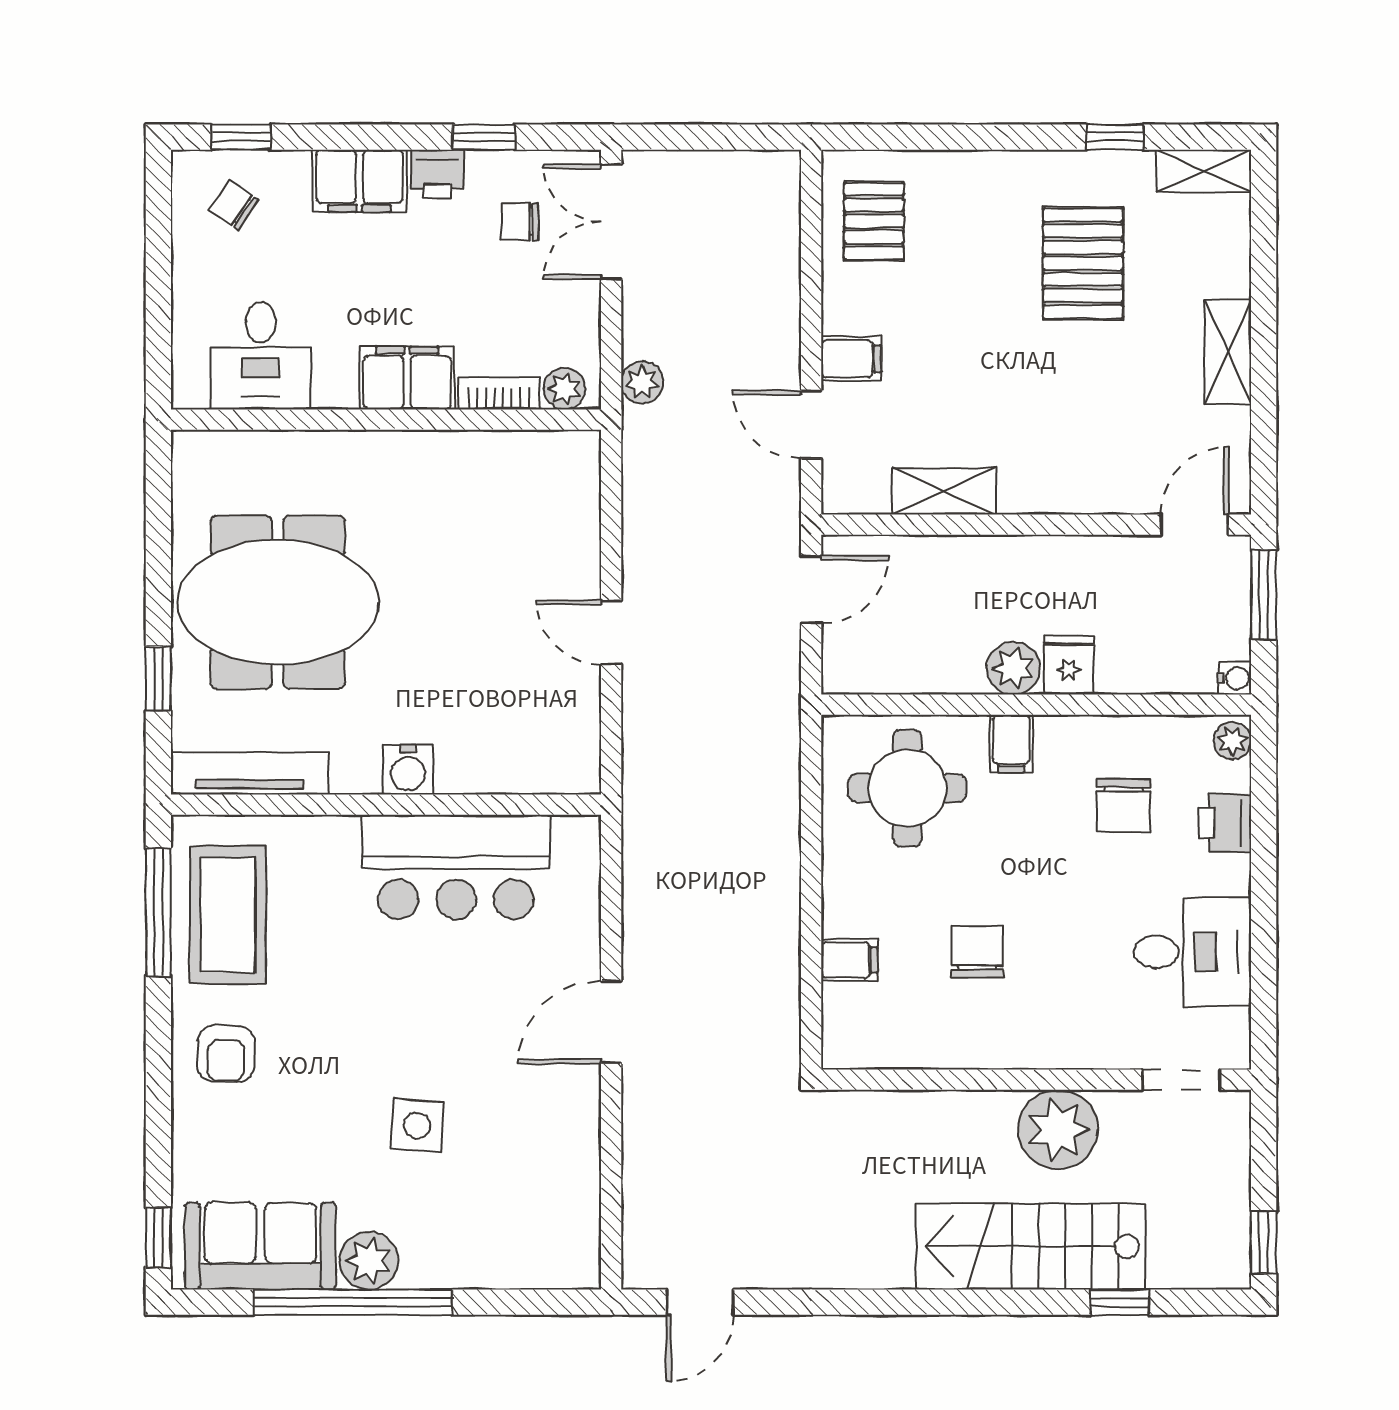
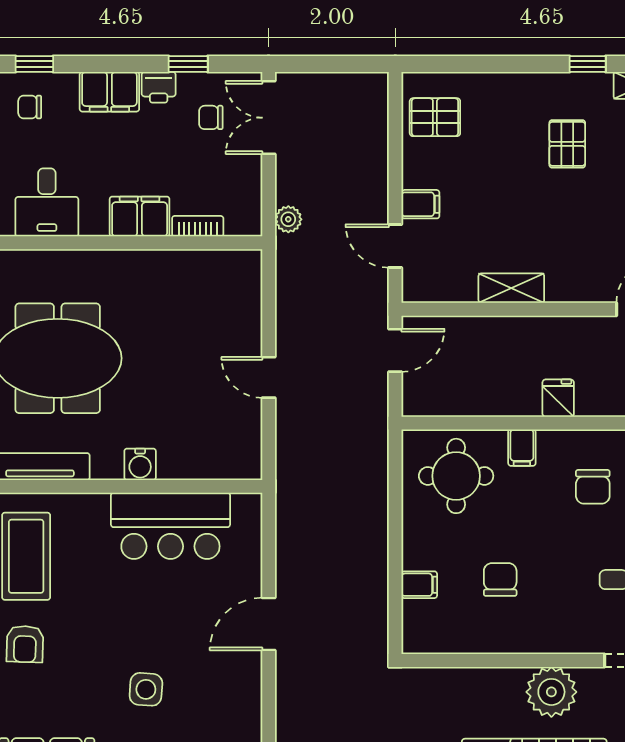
chair: (234, 205) -> (30, 107), turned -34
pallet: (874, 221) -> (435, 117), turned 90
pallet: (1083, 263) -> (567, 144), width x0.67, depth x0.71
plant: (565, 389) -> (239, 223), removed
shelving: (944, 491) -> (511, 288), moved
plant: (1013, 668) -> (523, 400), removed

